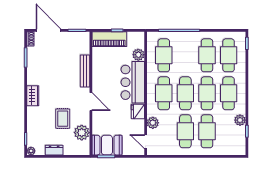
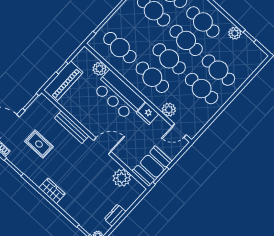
rug: (63, 119) -> (39, 144), moved

